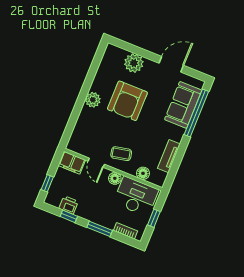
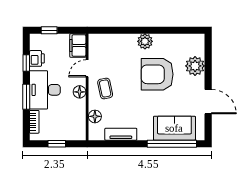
desk: (136, 196) -> (45, 90), moved, turned 180

